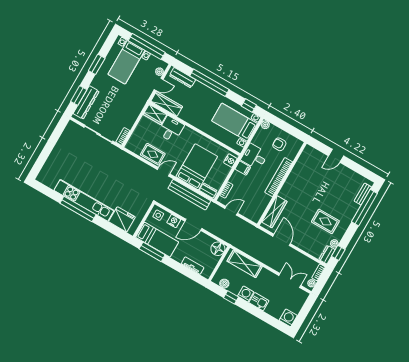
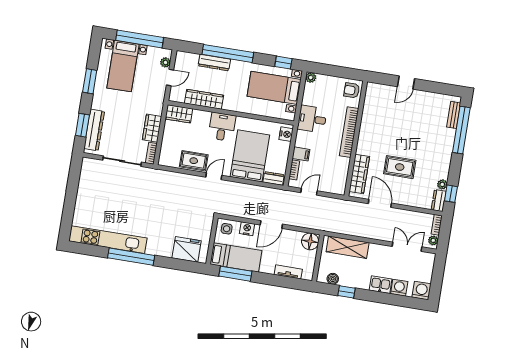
dresser: (182, 78) -> (214, 63), moved
wardrobe: (167, 104) -> (204, 99), moved
wardrobe: (130, 118) -> (152, 128), added
desk: (171, 129) -> (222, 127), moved
armchair: (279, 144) -> (352, 90), moved
filing cabinet: (243, 168) -> (301, 154), moved
bench: (189, 195) -> (254, 191), removed
kitchen unit: (84, 200) -> (108, 240), moved
rug: (325, 221) -> (400, 167), moved
washing machine: (246, 294) -> (399, 288), moved

